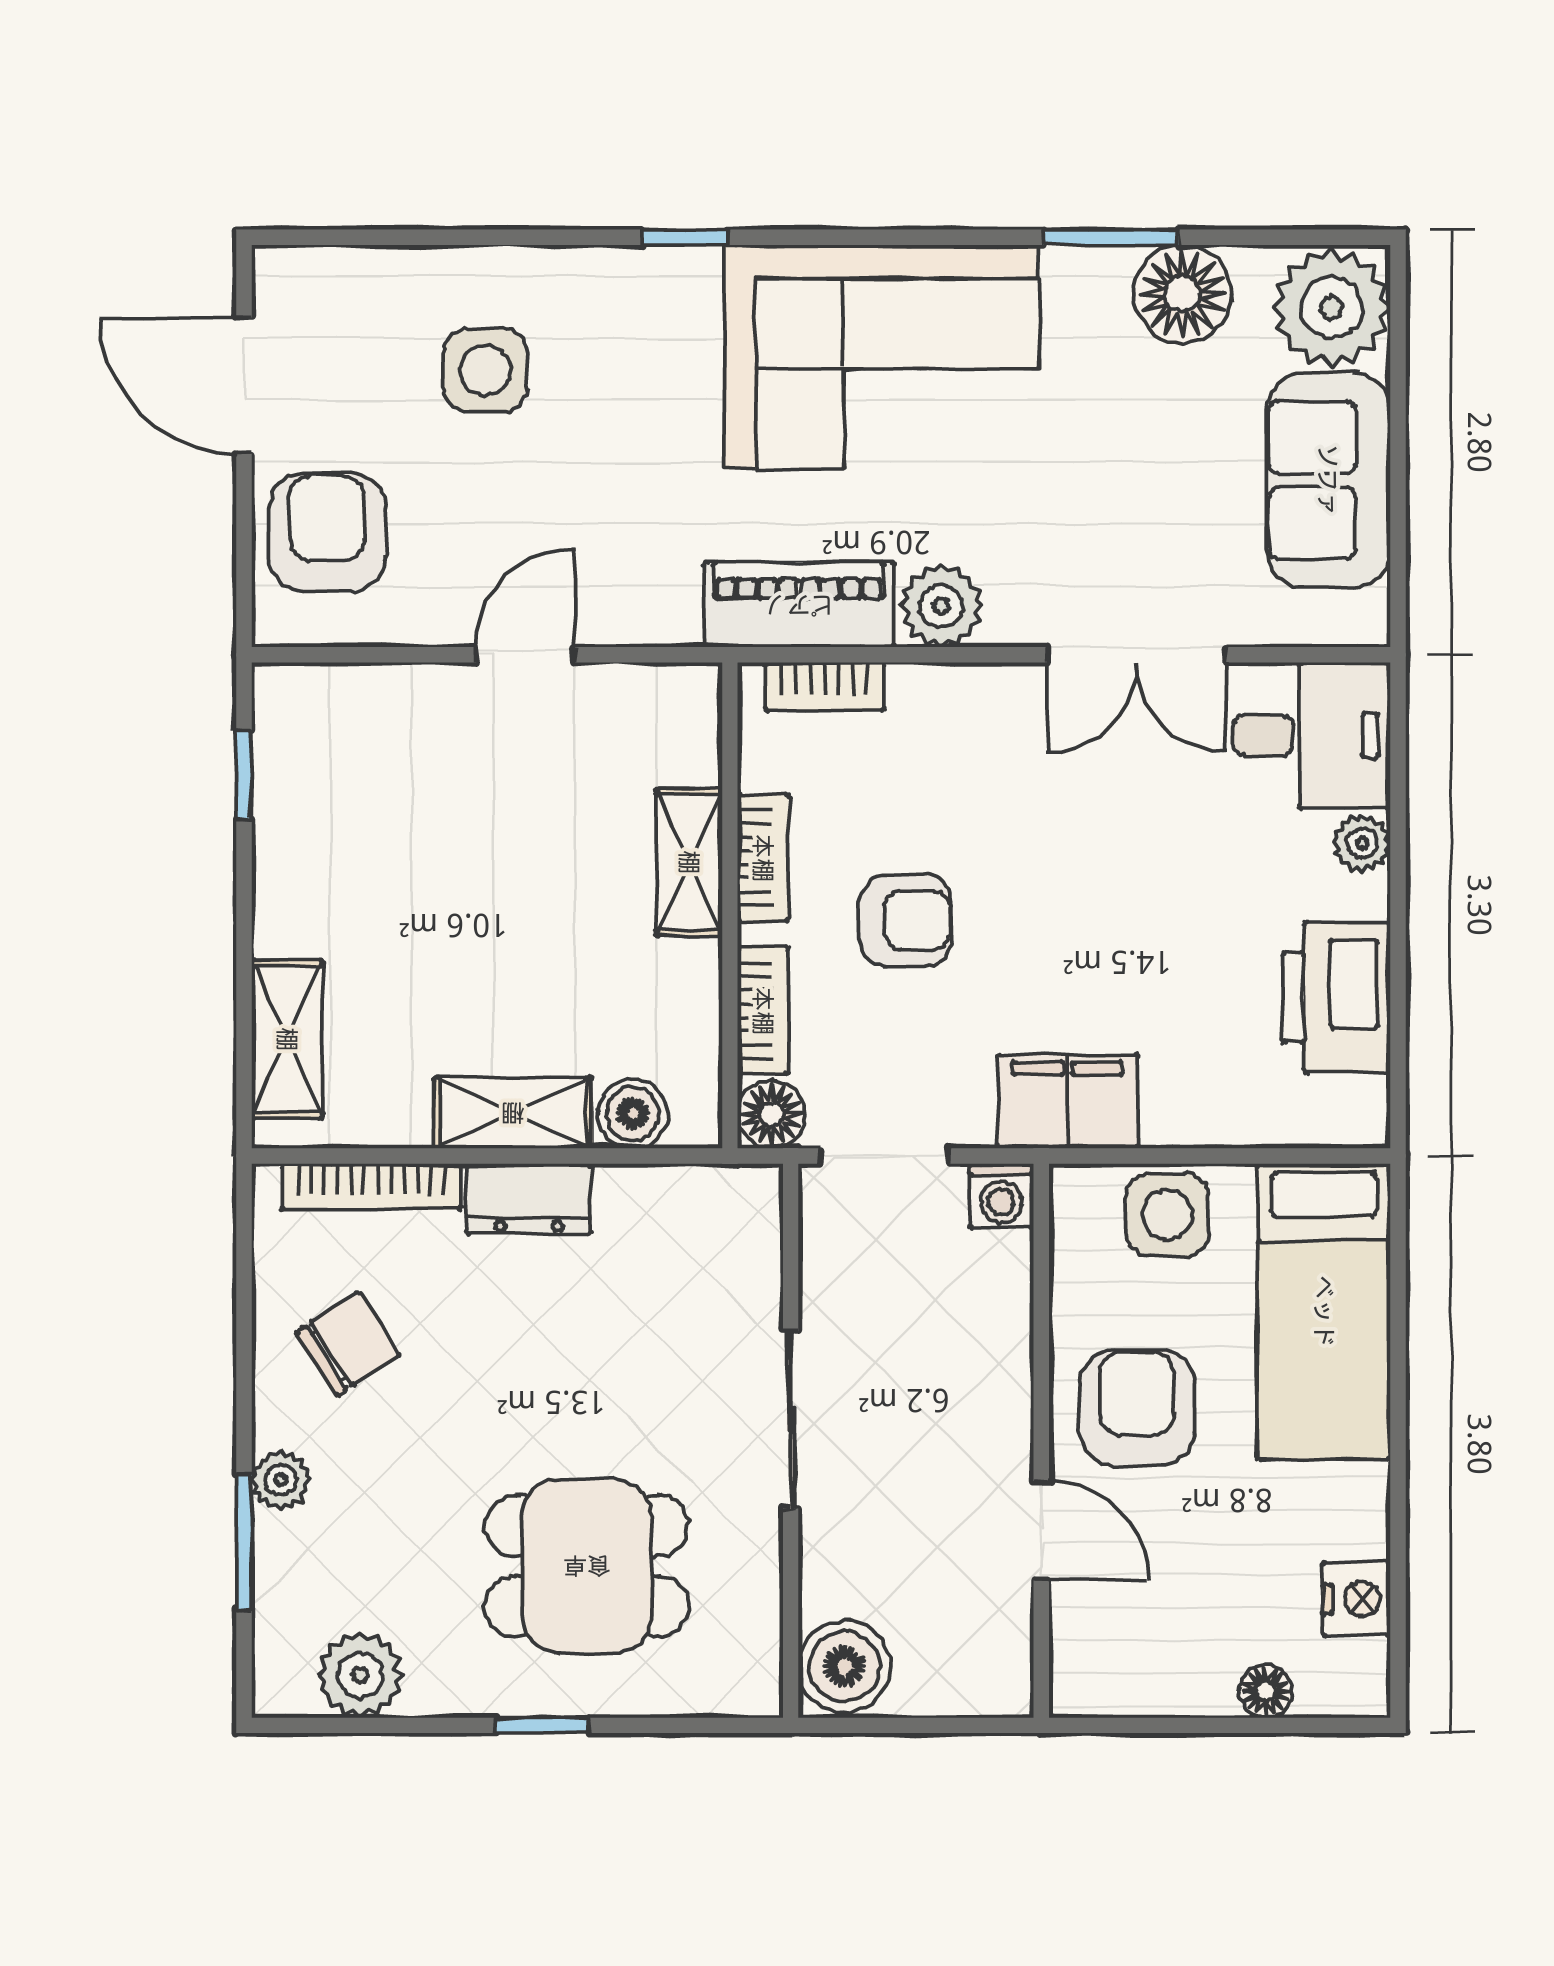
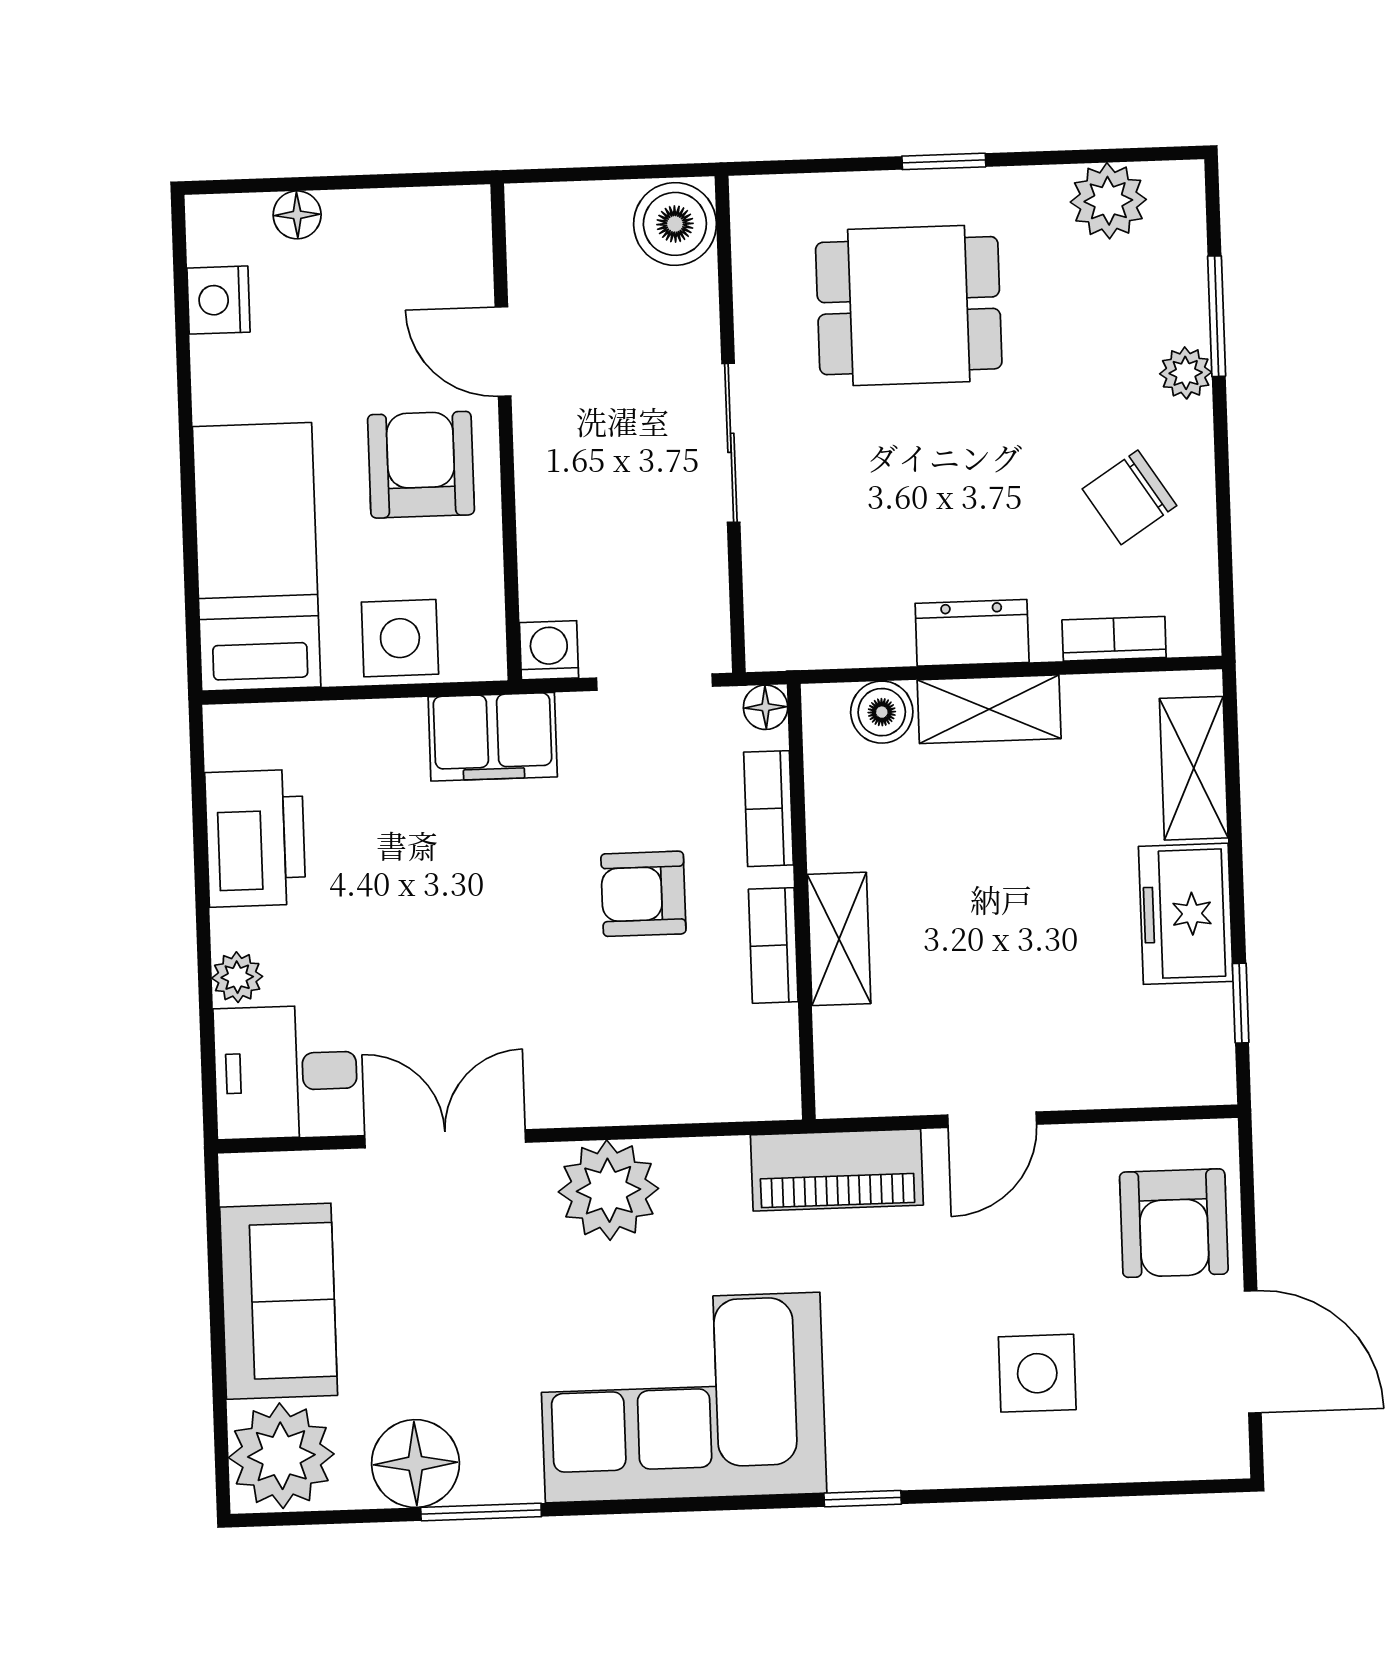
piano: (799, 605) -> (837, 1170), moved
plant: (941, 606) -> (608, 1190), width x1.36, depth x1.36
bookcase: (825, 686) -> (723, 1101), removed
freezer: (302, 877) -> (1186, 914), added
floor lamp: (771, 1114) -> (766, 707), width x0.73, depth x0.73
bookcase: (371, 1186) -> (1114, 639), width x0.64
armchair: (1137, 1408) -> (421, 465), turned 180

